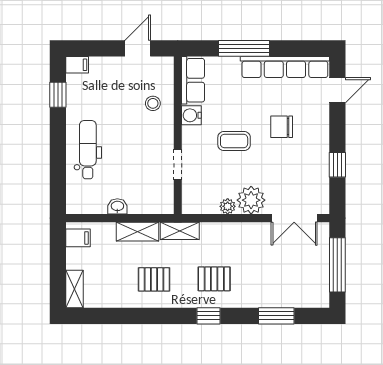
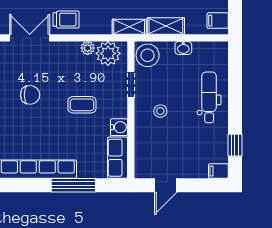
stool: (153, 103) -> (160, 111), moved
chair: (282, 127) -> (30, 95), moved
dental chair: (88, 150) -> (209, 97), turned 180
stool: (159, 198) -> (148, 55), added
plant: (251, 200) -> (108, 53), moved
trolley: (252, 239) -> (66, 20), added

